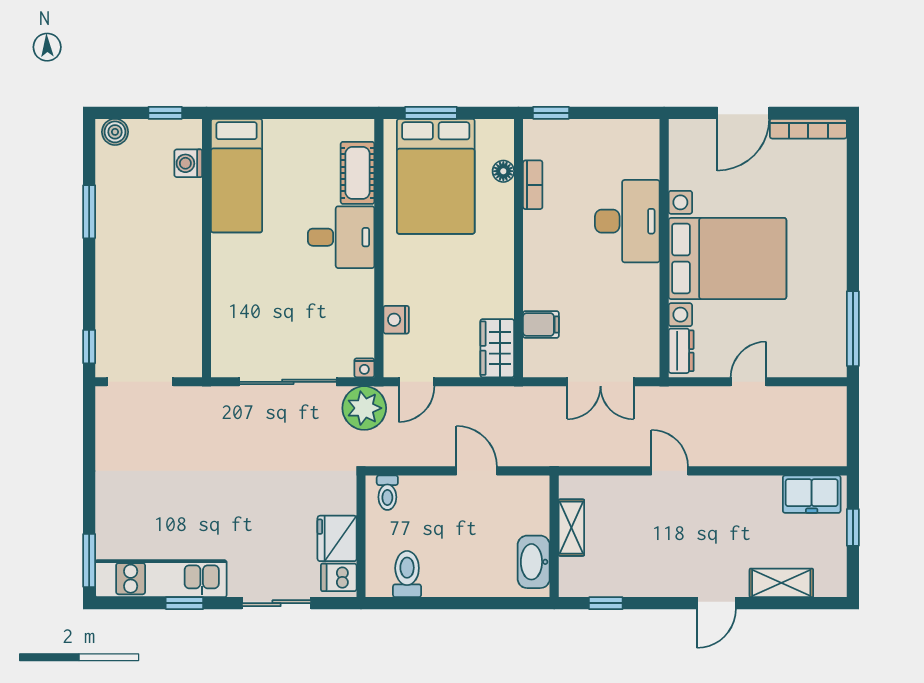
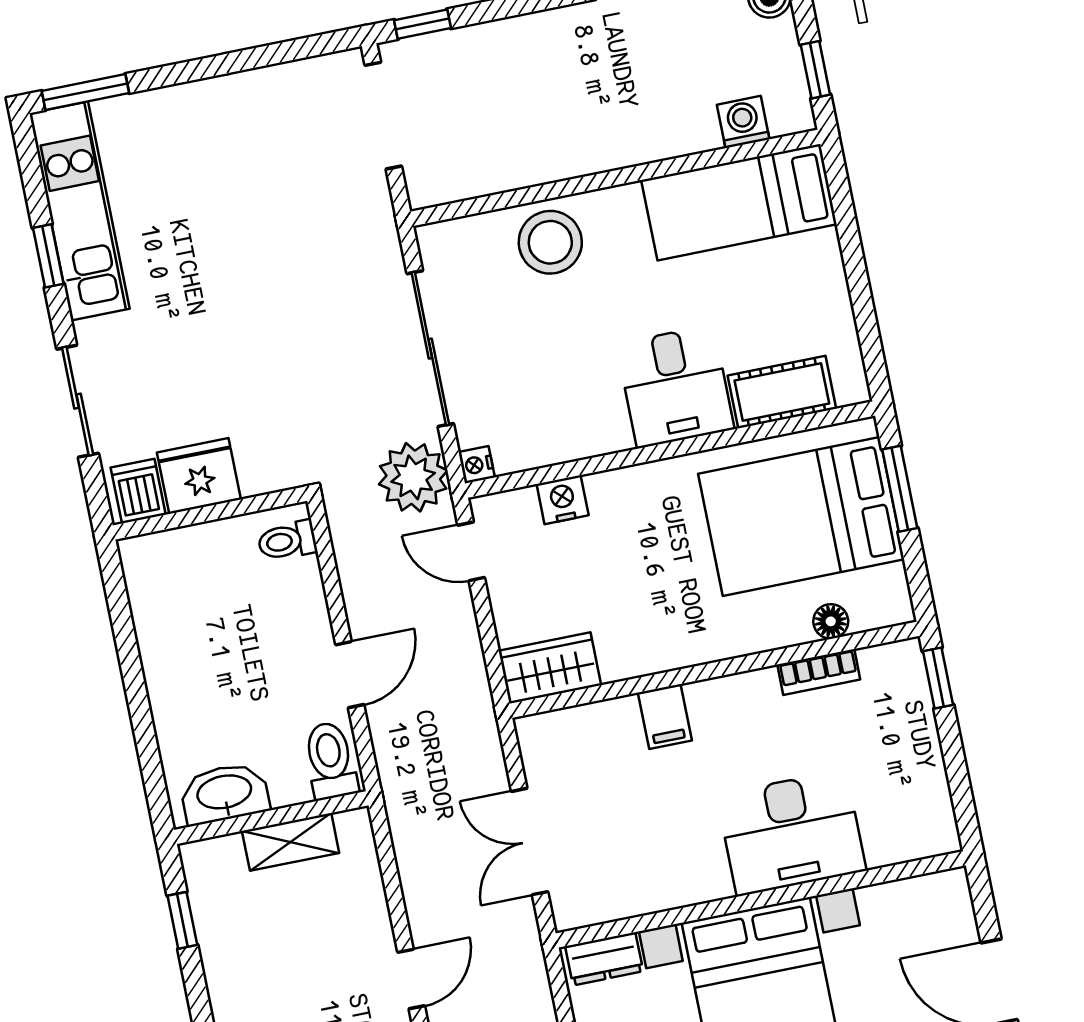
stool: (238, 296) -> (550, 242), added
filing cabinet: (541, 324) -> (665, 717), moved
toilet: (407, 574) -> (330, 760), moved, turned -90

